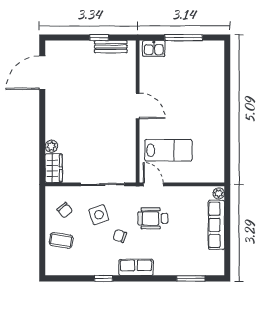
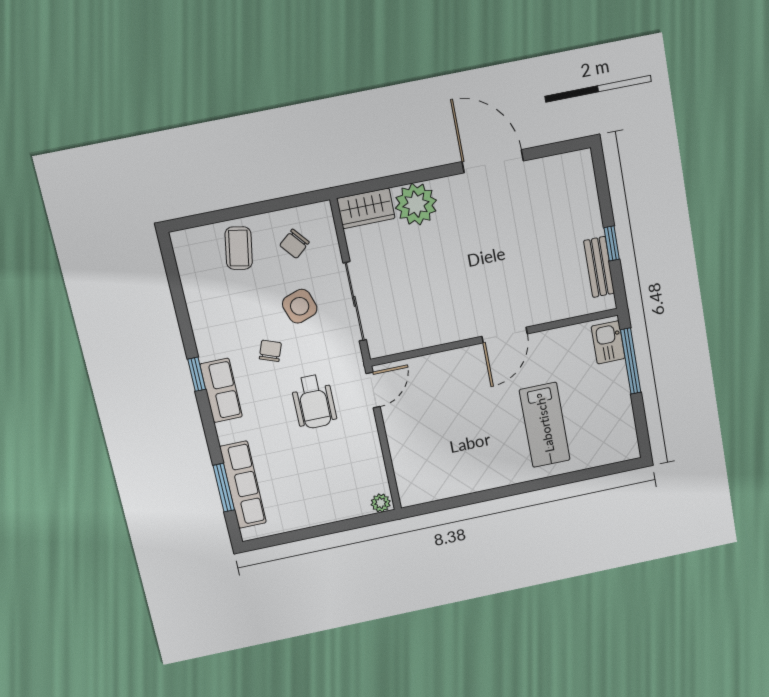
window: (184, 37) -> (631, 361), moved
door: (42, 73) -> (493, 161), moved
plant: (51, 146) -> (416, 204), width x1.88, depth x1.88
lab bench: (168, 150) -> (545, 425), moved
wheelchair: (153, 218) -> (314, 402), turned 180
row of seats: (216, 225) -> (243, 485), moved, turned 90
window: (103, 278) -> (197, 374), moved

